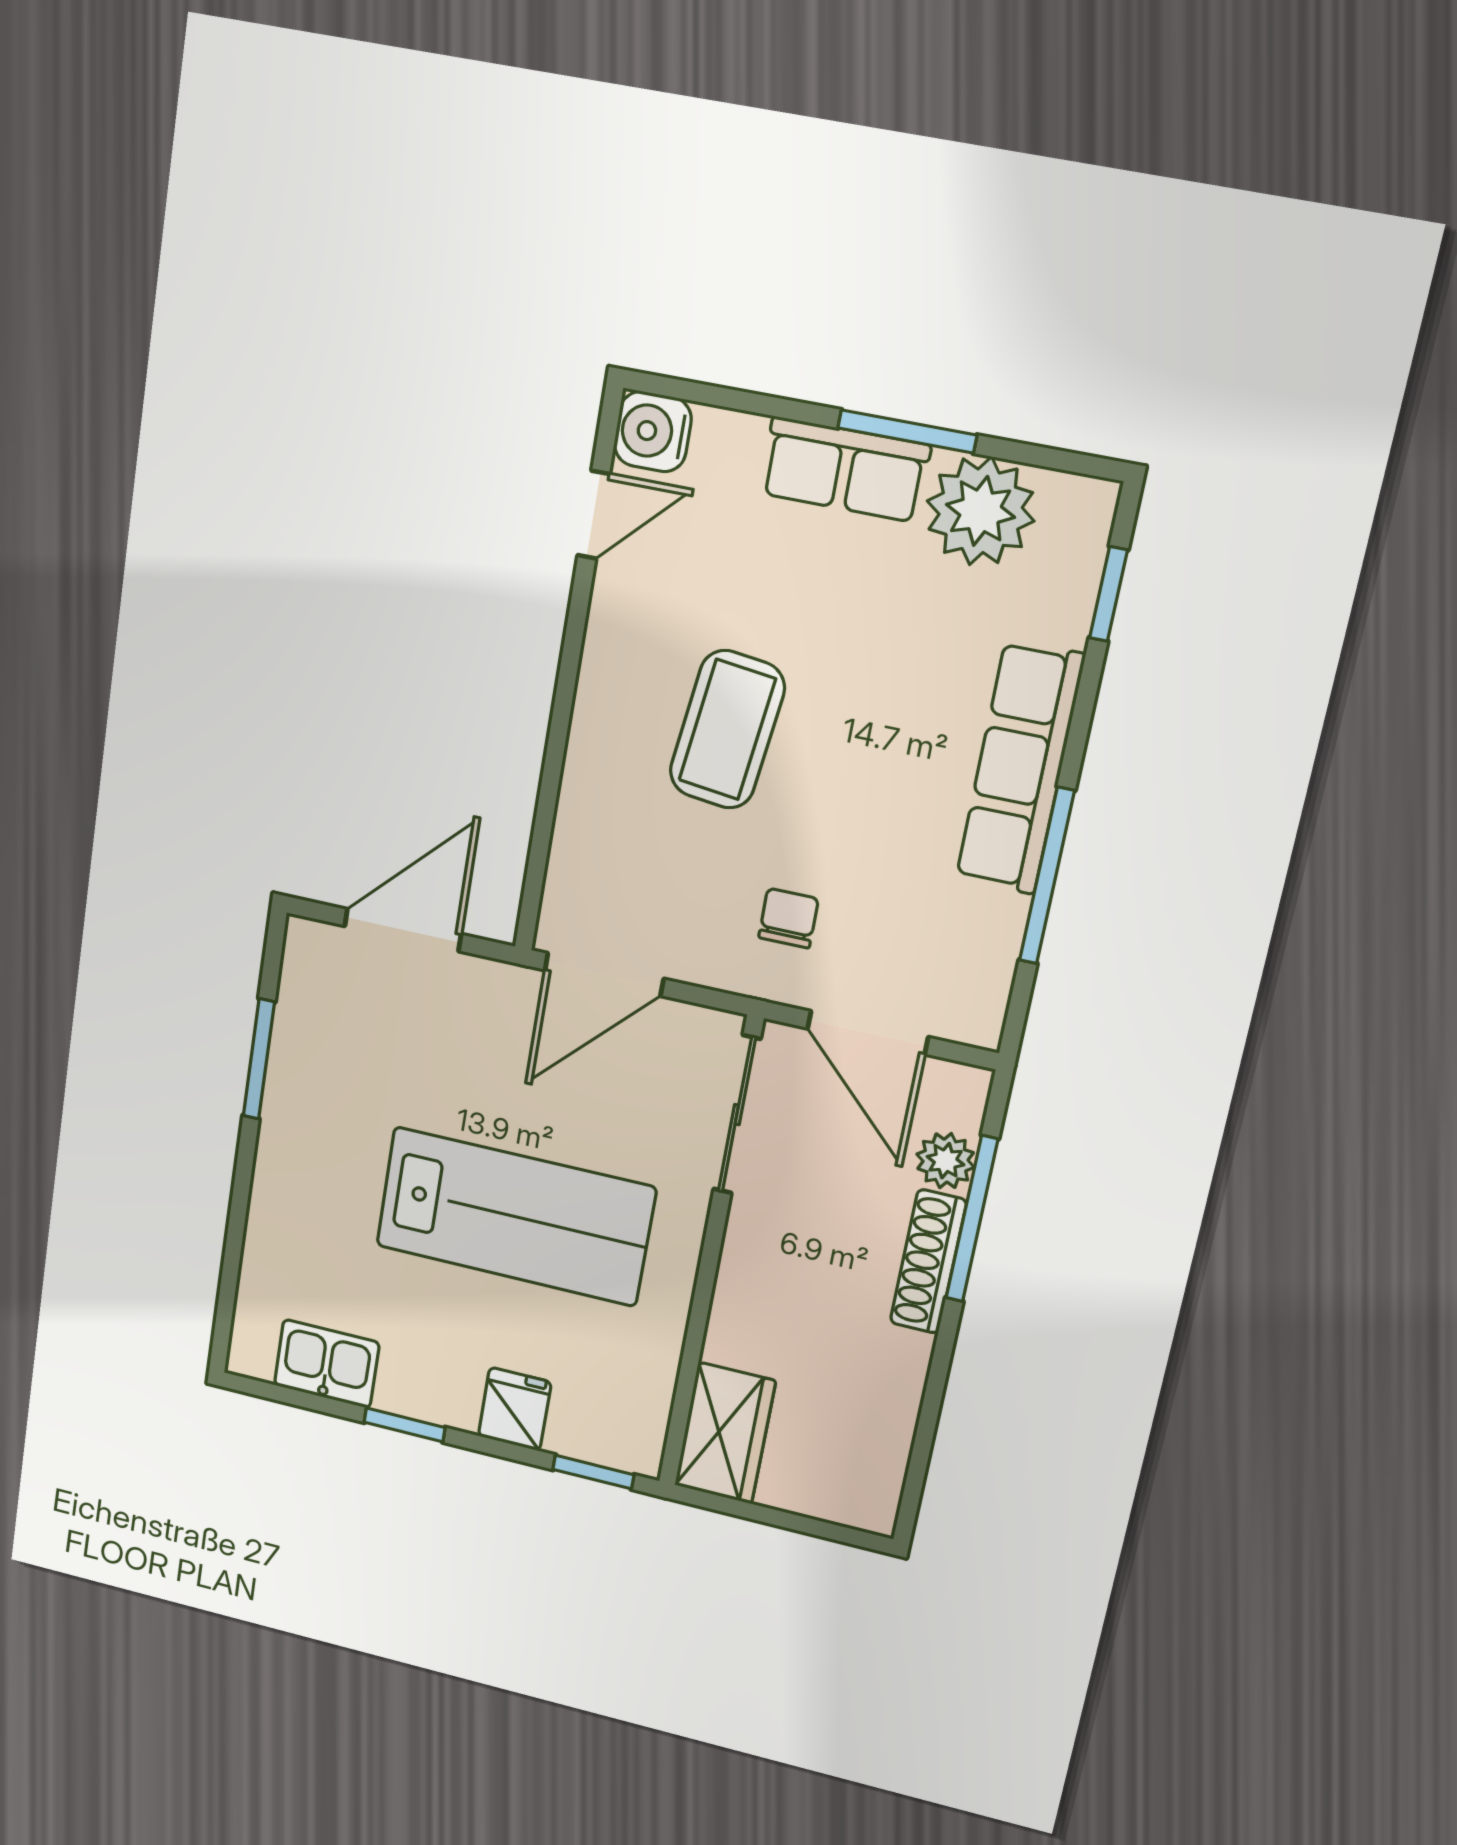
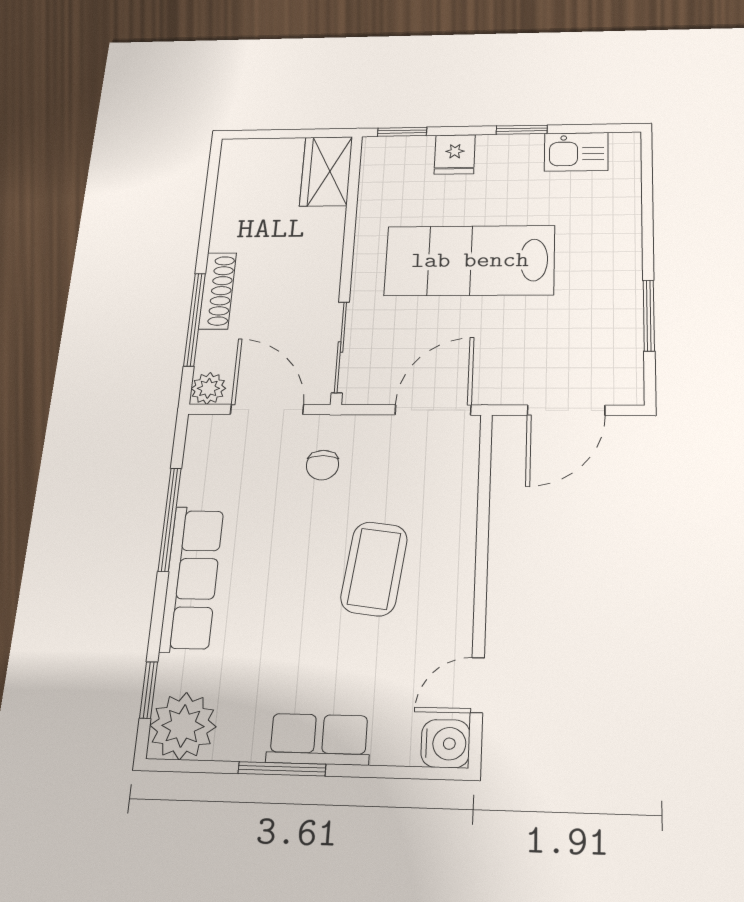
plant: (981, 511) -> (183, 726), moved
plant: (946, 1161) -> (208, 388), moved

